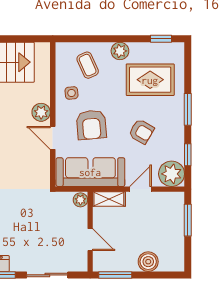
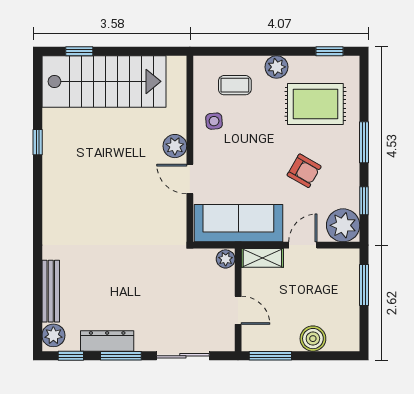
coffee table: (88, 65) -> (235, 85), turned -66
armchair: (91, 125) -> (240, 162), removed

